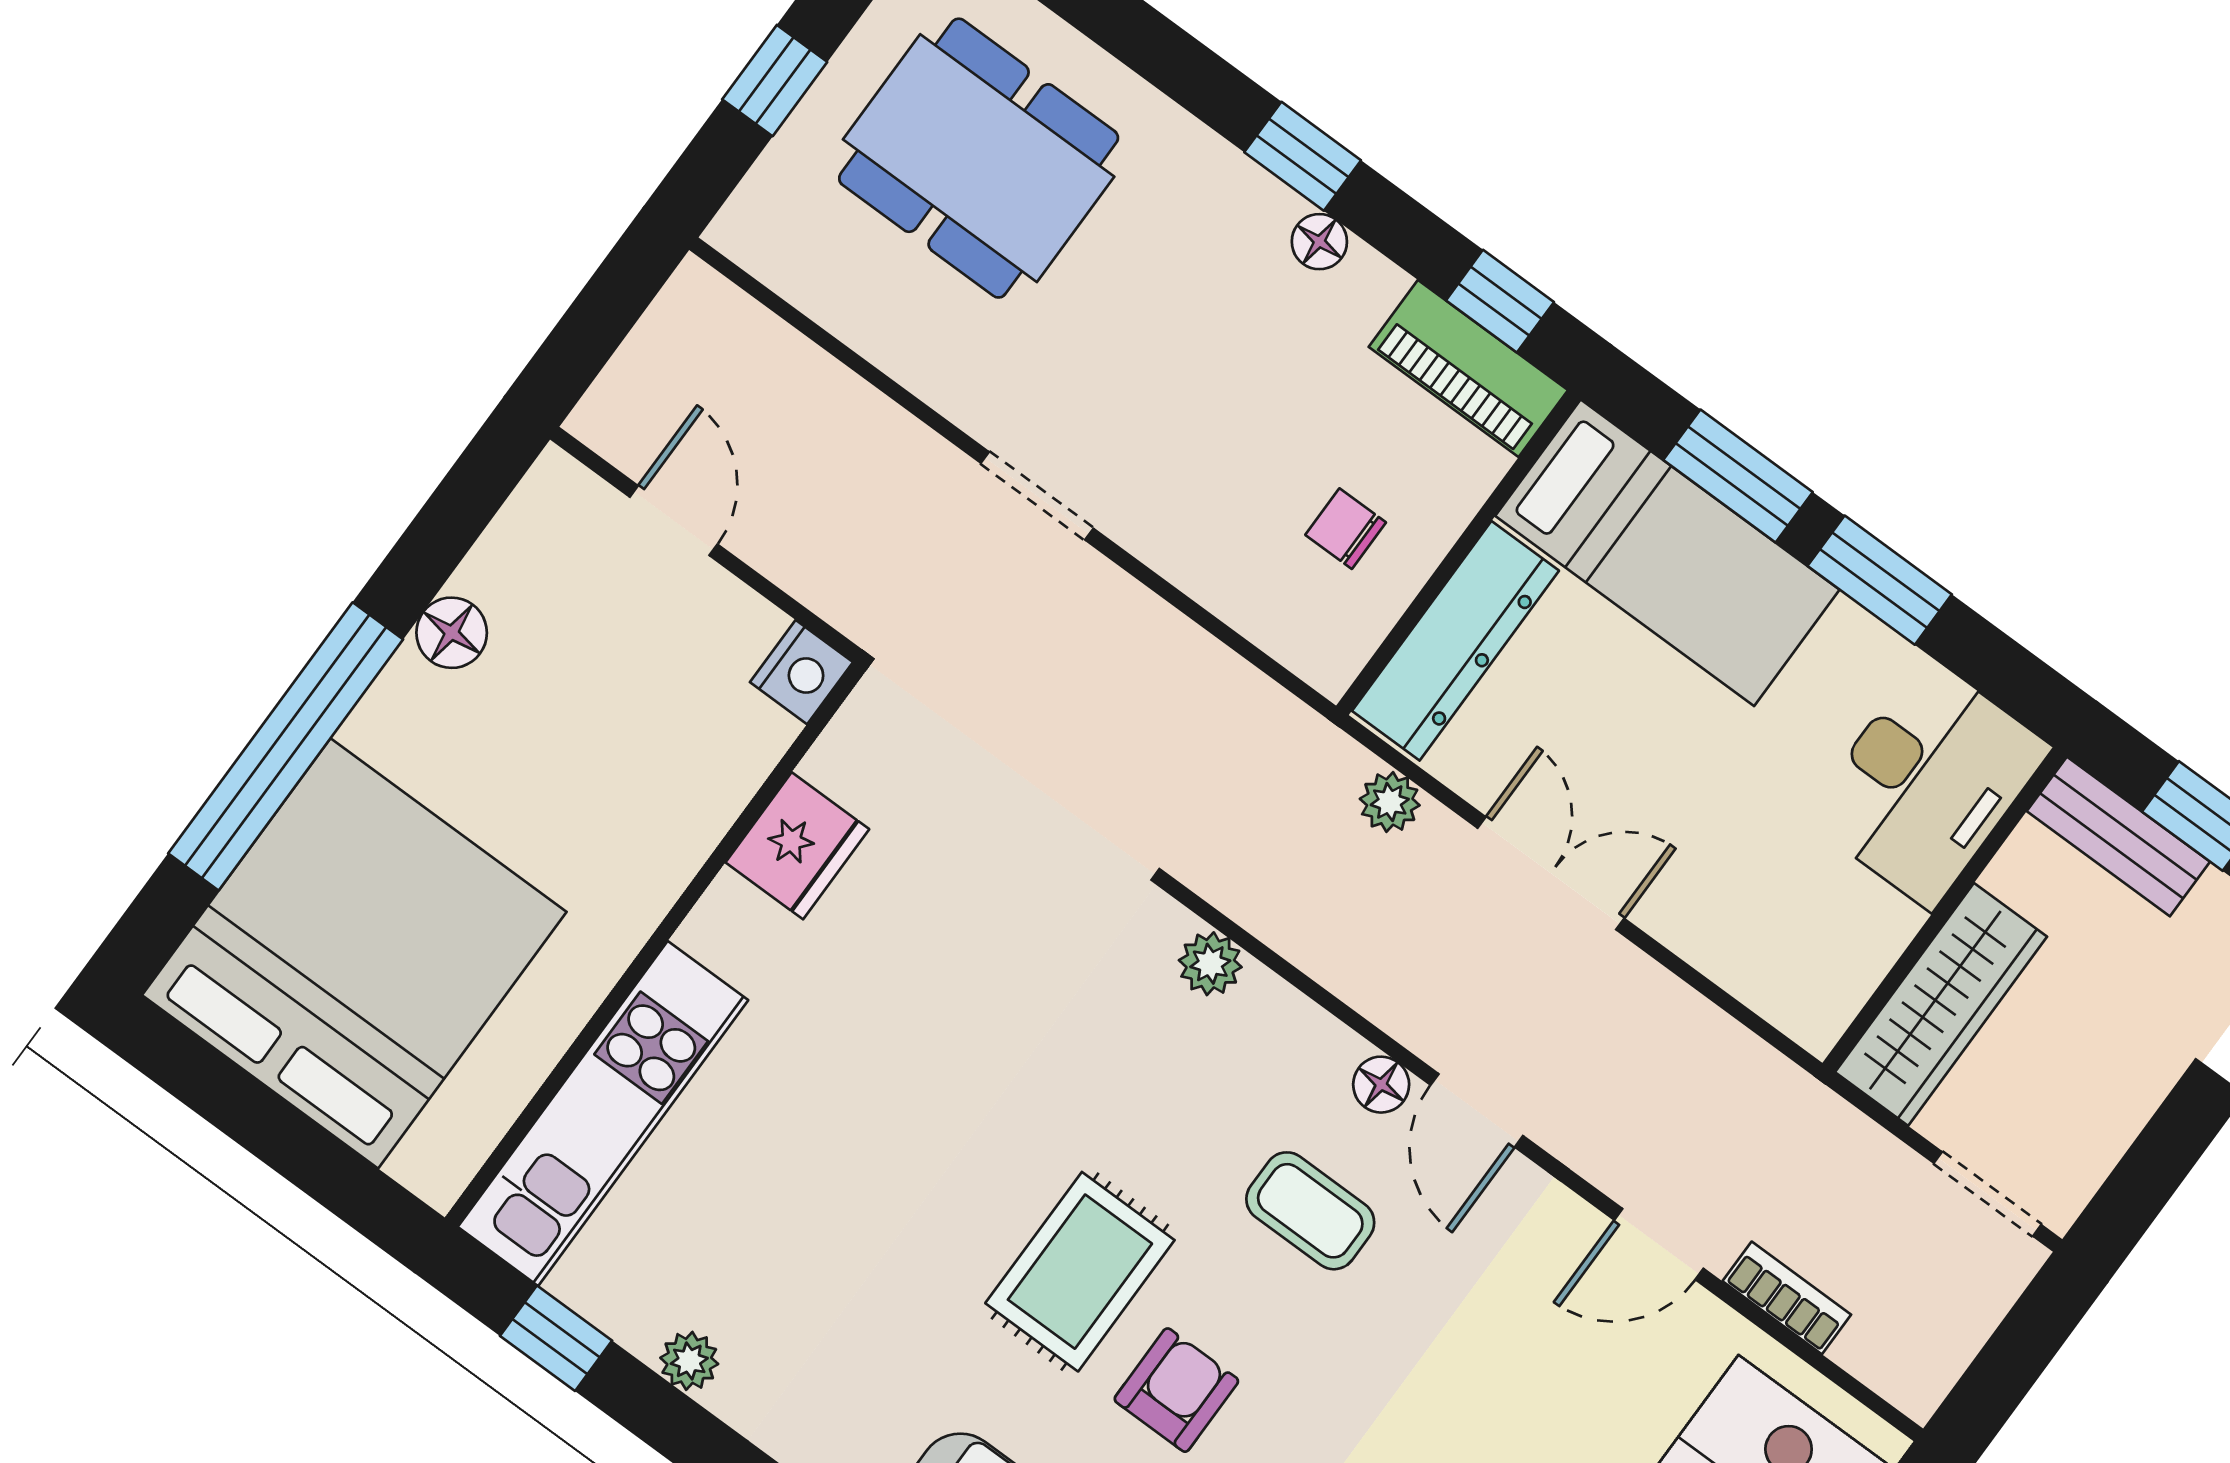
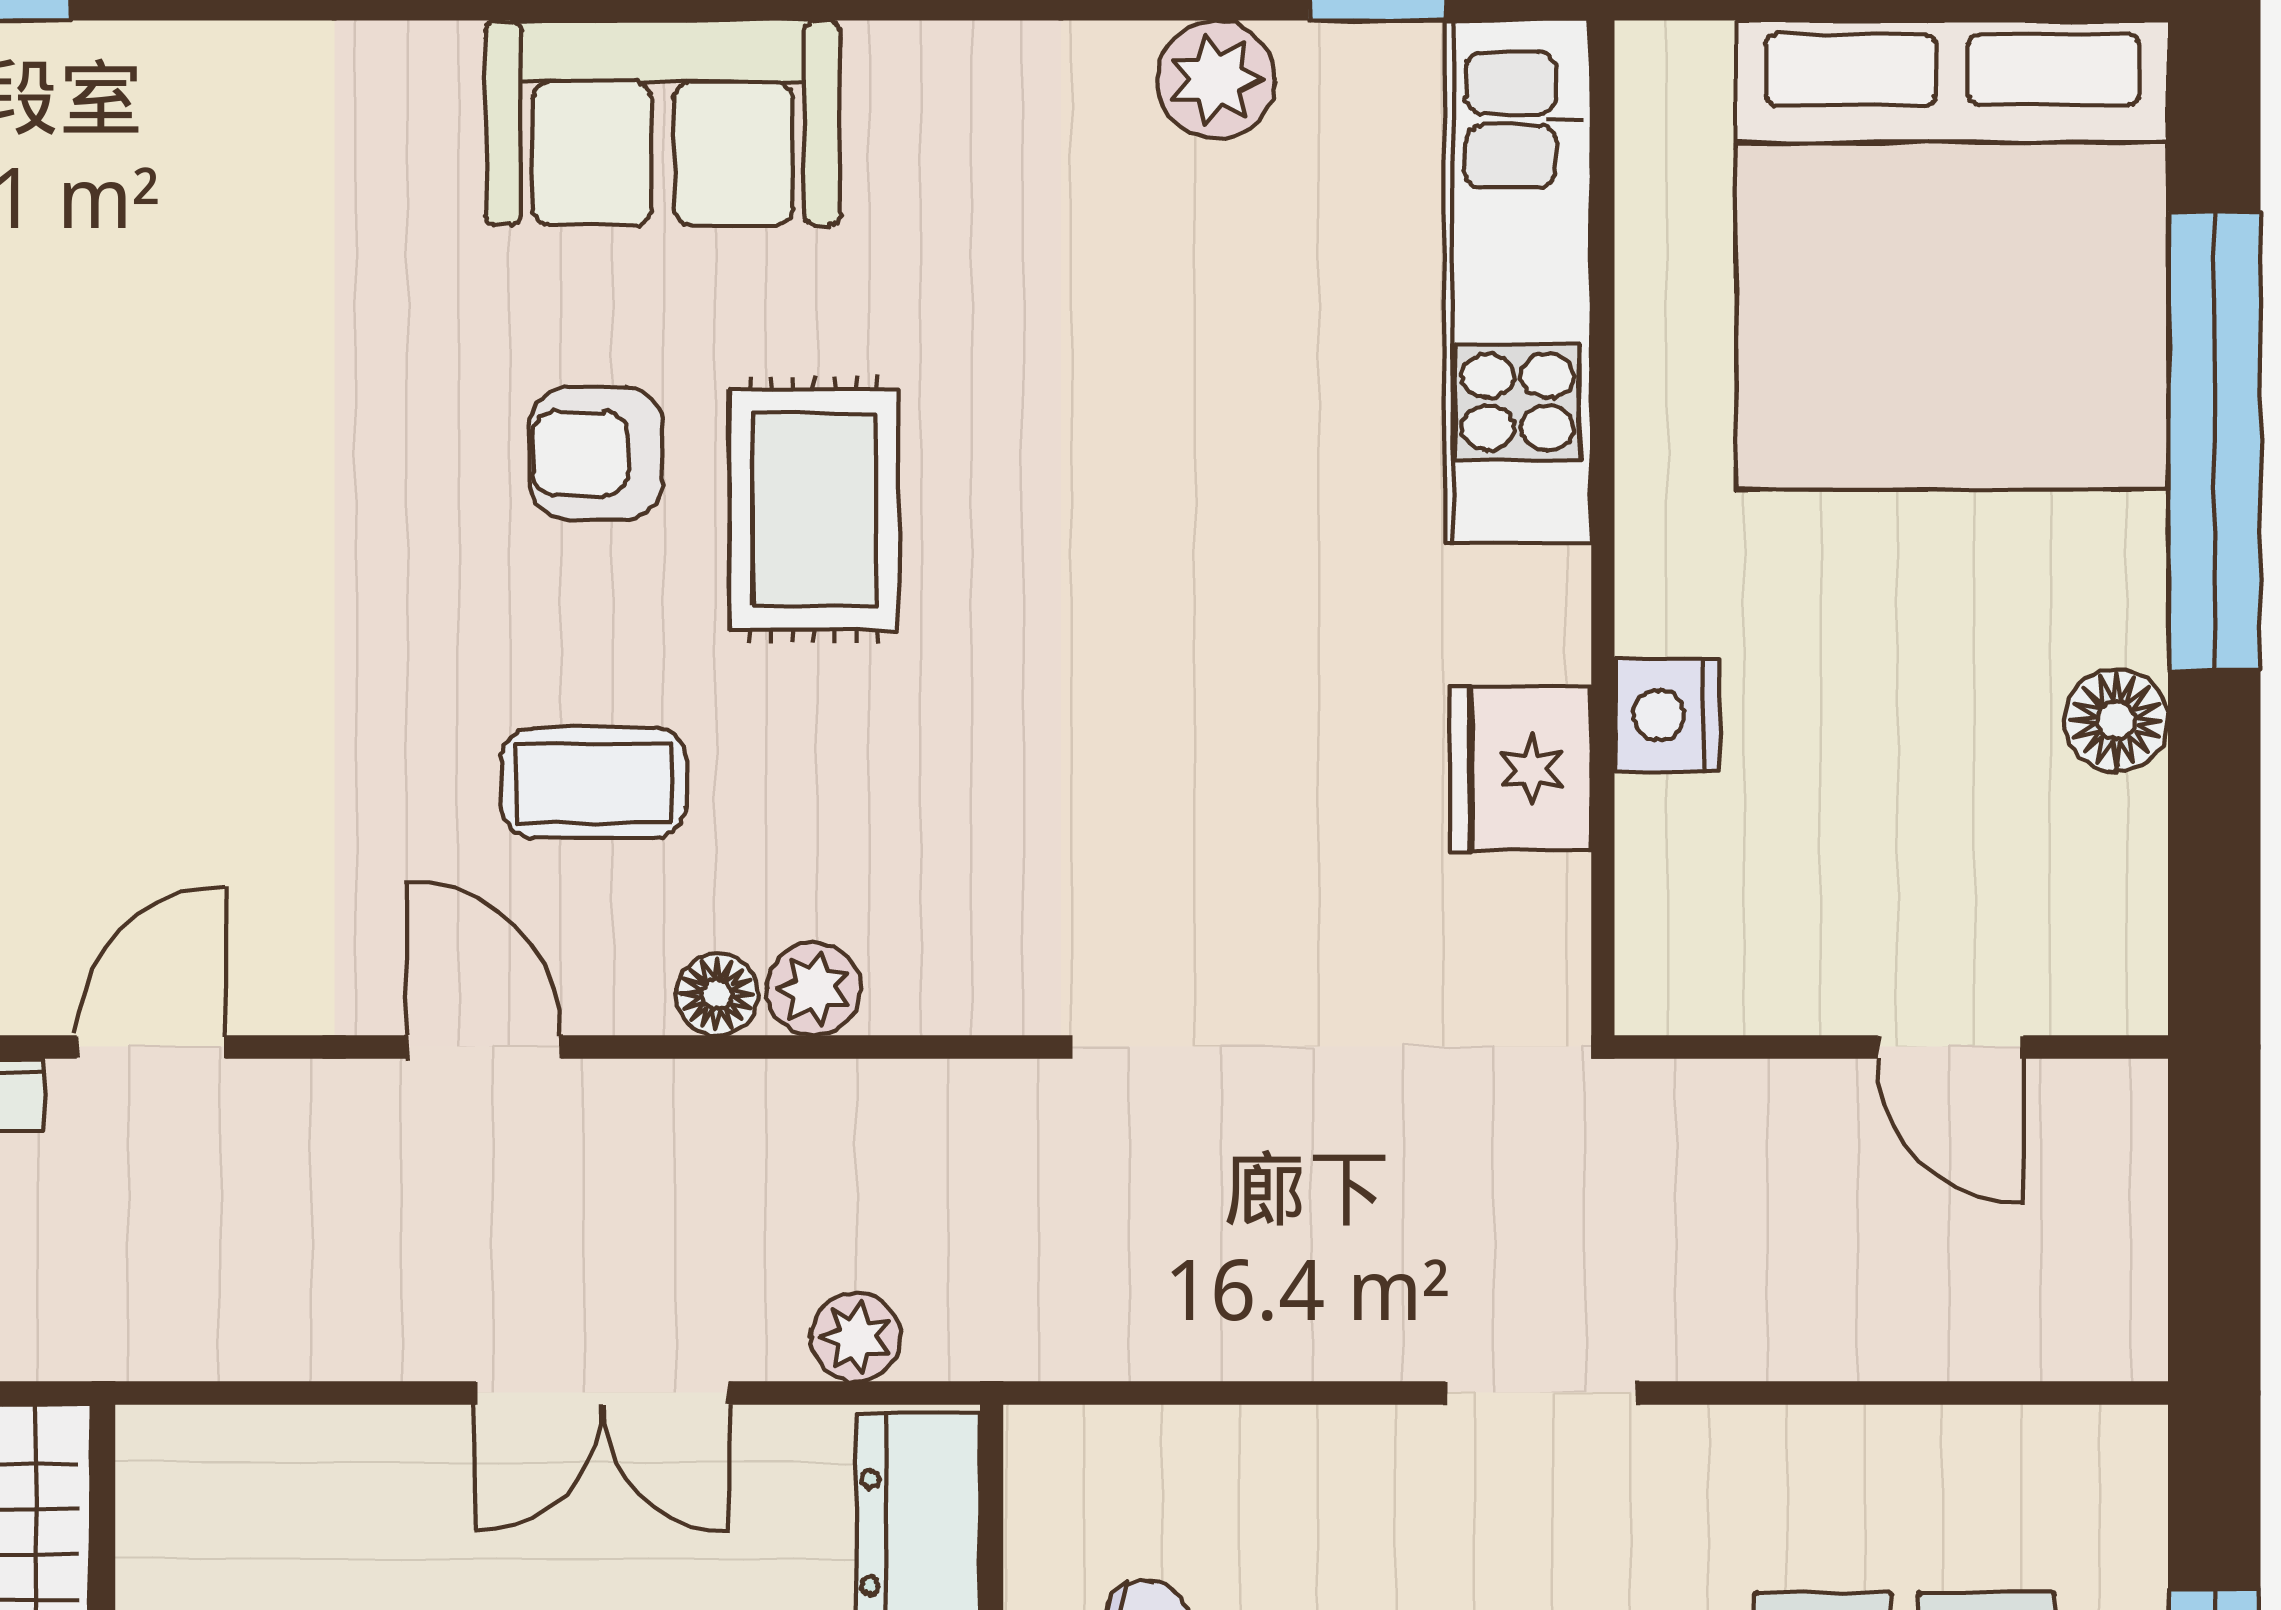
nightstand: (801, 672) -> (1667, 715), moved
plant: (1210, 964) -> (814, 989), moved
floor lamp: (1381, 1085) -> (717, 994), moved
plant: (689, 1361) -> (1216, 80), width x1.38, depth x1.38
armchair: (1176, 1390) -> (596, 453), turned 90

